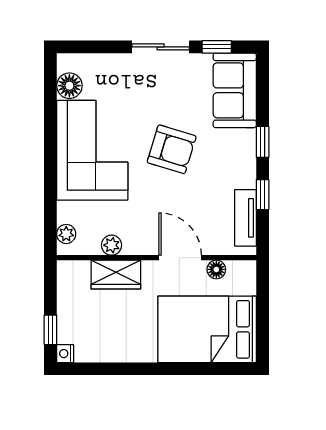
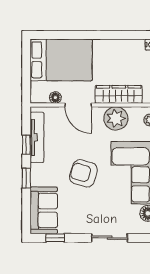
sliding door: (161, 47) -> (110, 238), moved
tv unit: (245, 218) -> (37, 137), width x1.41
plant: (112, 245) -> (116, 118), width x1.88, depth x1.88
wardrobe: (116, 275) -> (119, 94), width x1.50

